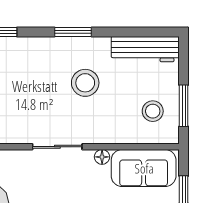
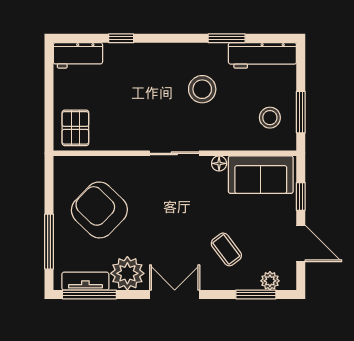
window: (73, 32) -> (227, 38), moved

